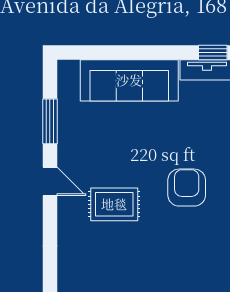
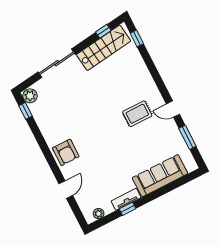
armchair: (187, 188) -> (107, 139), removed

